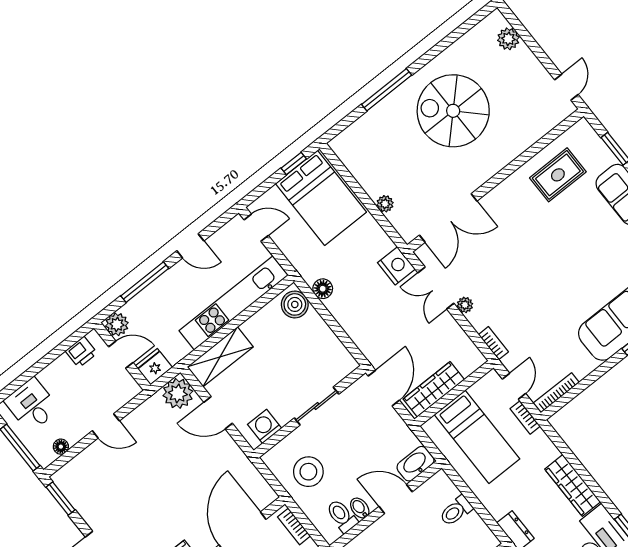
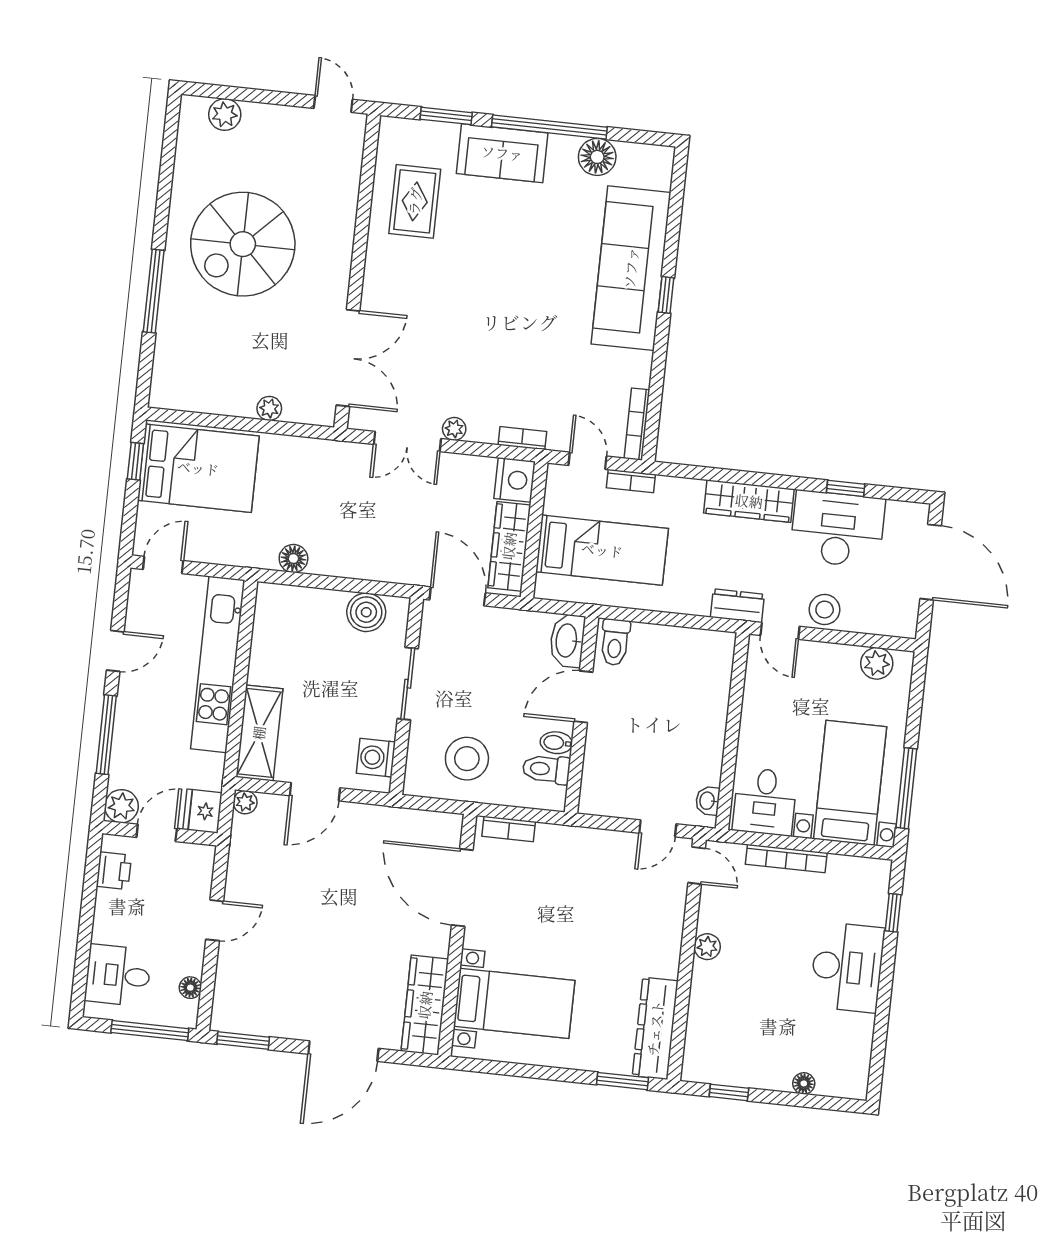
nightstand: (396, 266) -> (515, 480), moved, turned 90
boiler: (295, 304) -> (366, 612), moved
plant: (178, 393) -> (245, 802), width x0.53, depth x0.53
toilet: (456, 511) -> (615, 642), moved

